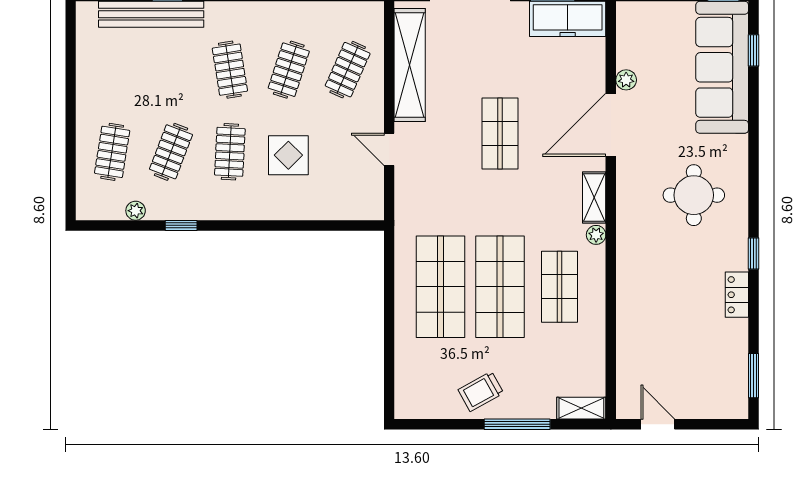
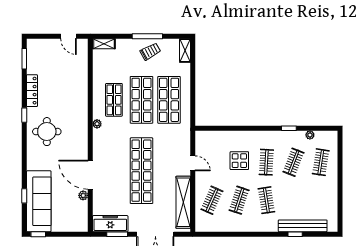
window: (754, 50) -> (24, 196), moved
door: (611, 125) -> (90, 175), swing flipped
shop shelf: (500, 133) -> (141, 171), width x2.00, depth x1.36
round table: (694, 195) -> (47, 132), moved
shelving: (594, 198) -> (185, 51), moved
locker: (737, 295) -> (32, 91), width x1.53
window: (517, 424) -> (147, 36), moved

